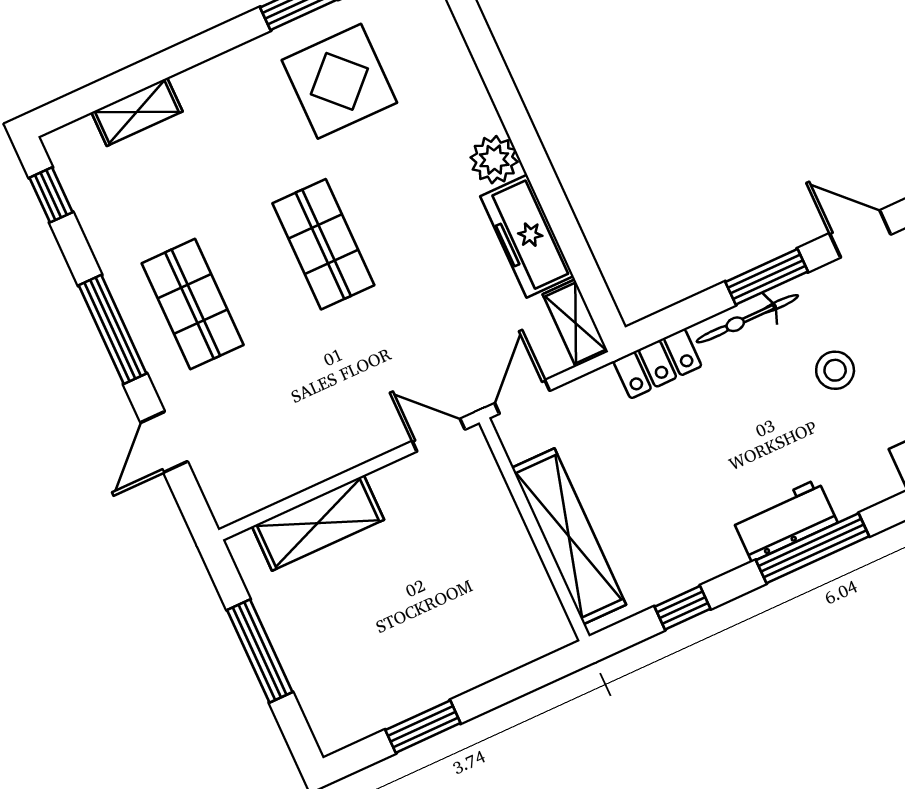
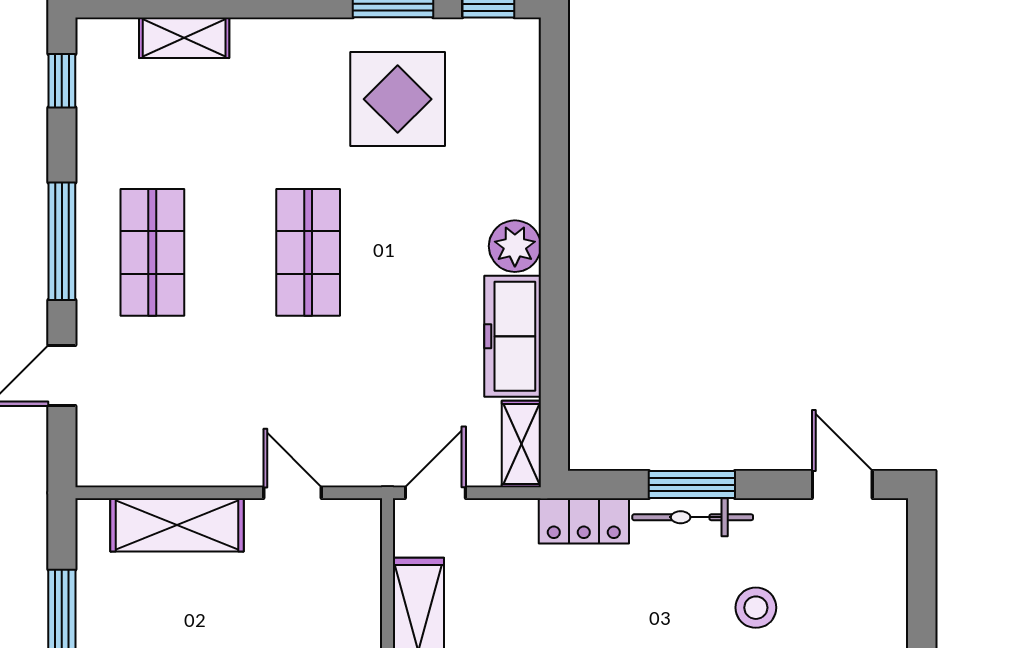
window: (767, 277) -> (692, 485), moved
door: (439, 435) -> (292, 493), moved

